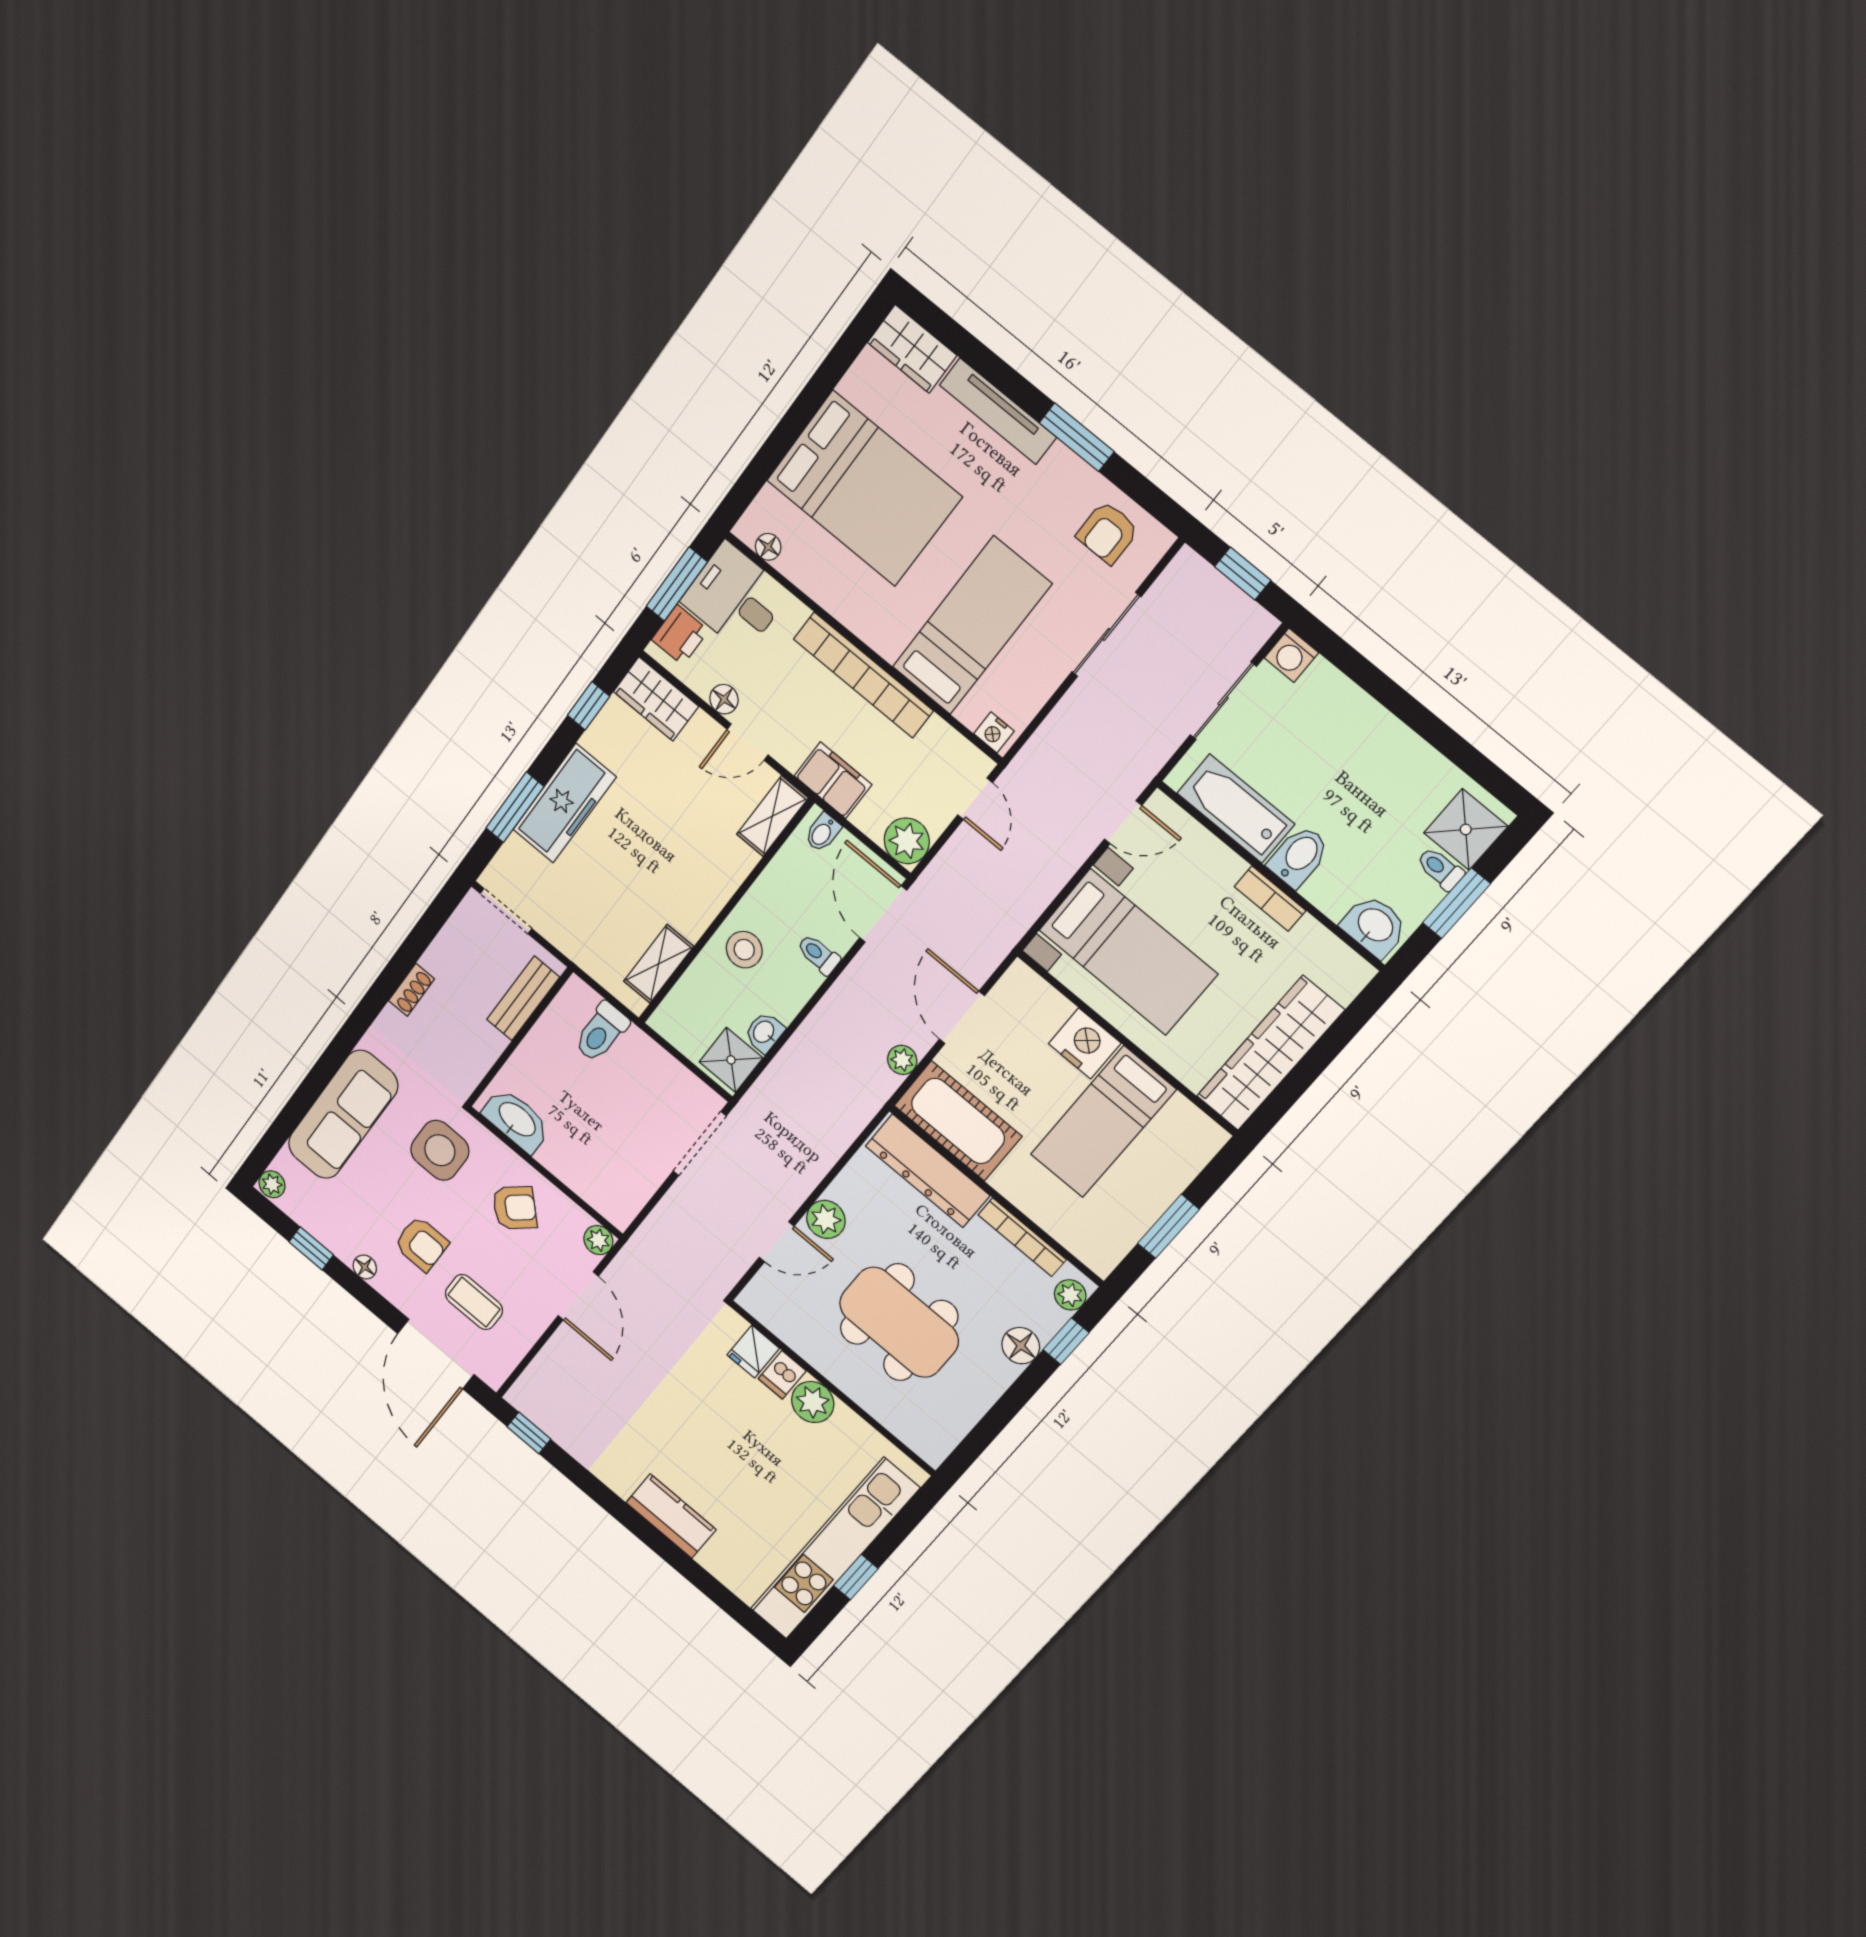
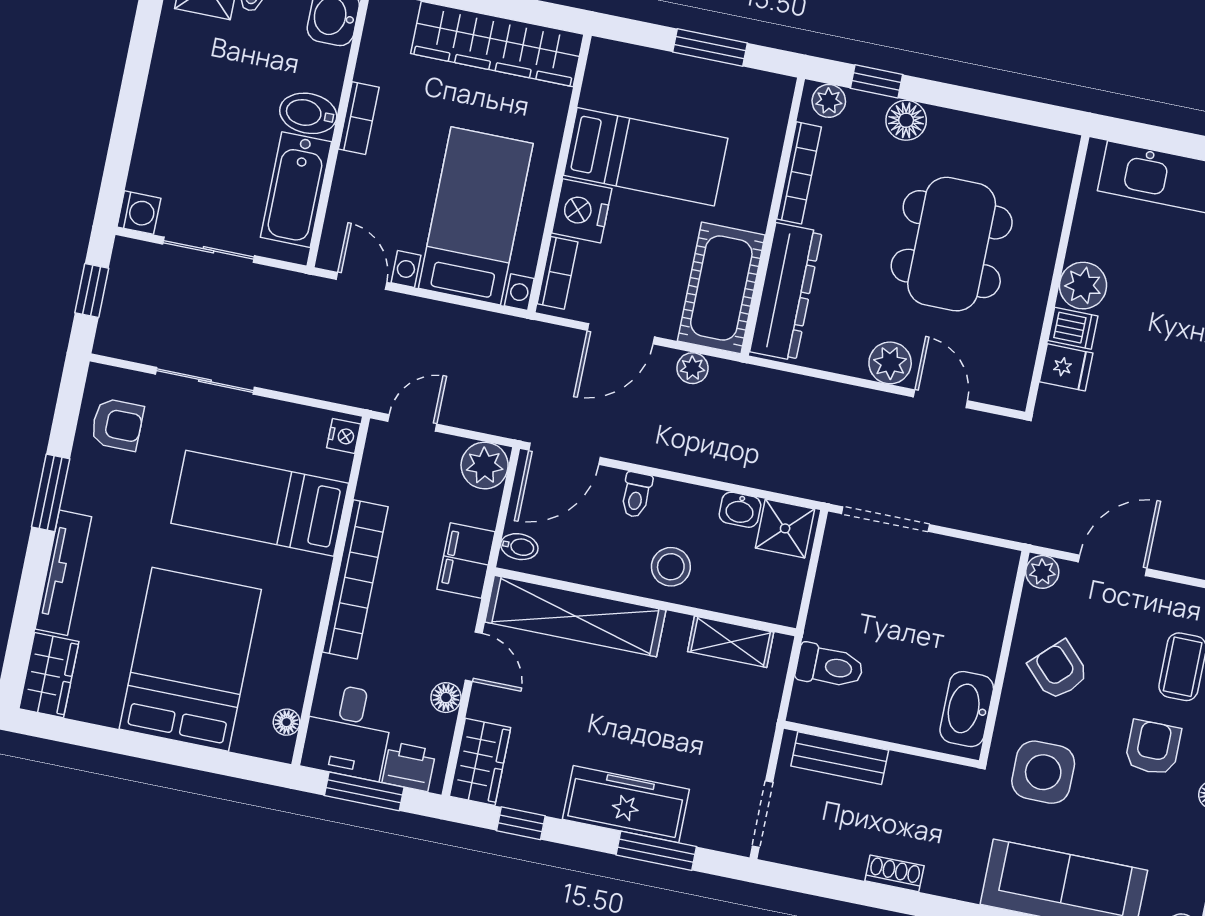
shelving: (772, 816) -> (575, 616), width x2.20, depth x1.33
bookcase: (1042, 994) -> (558, 273), added

